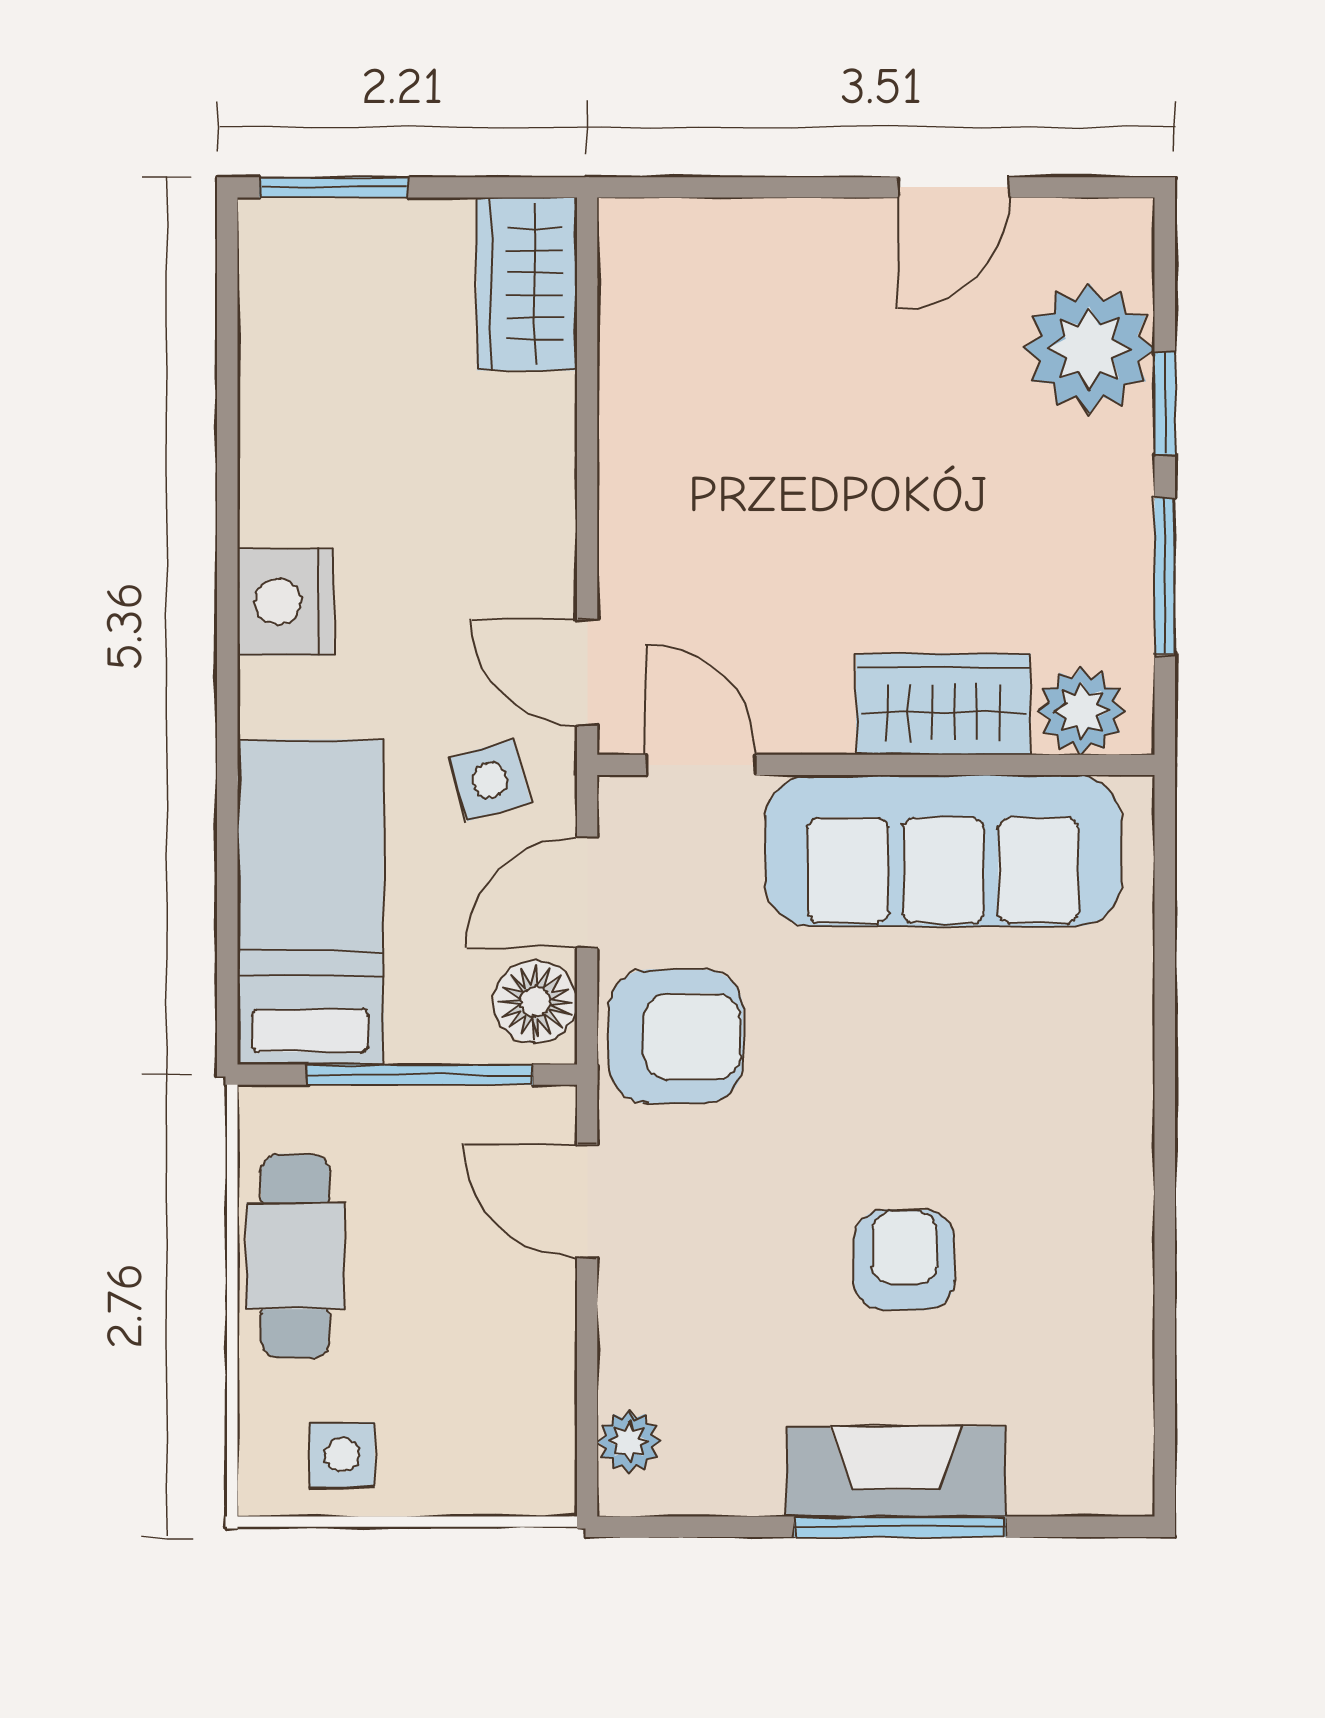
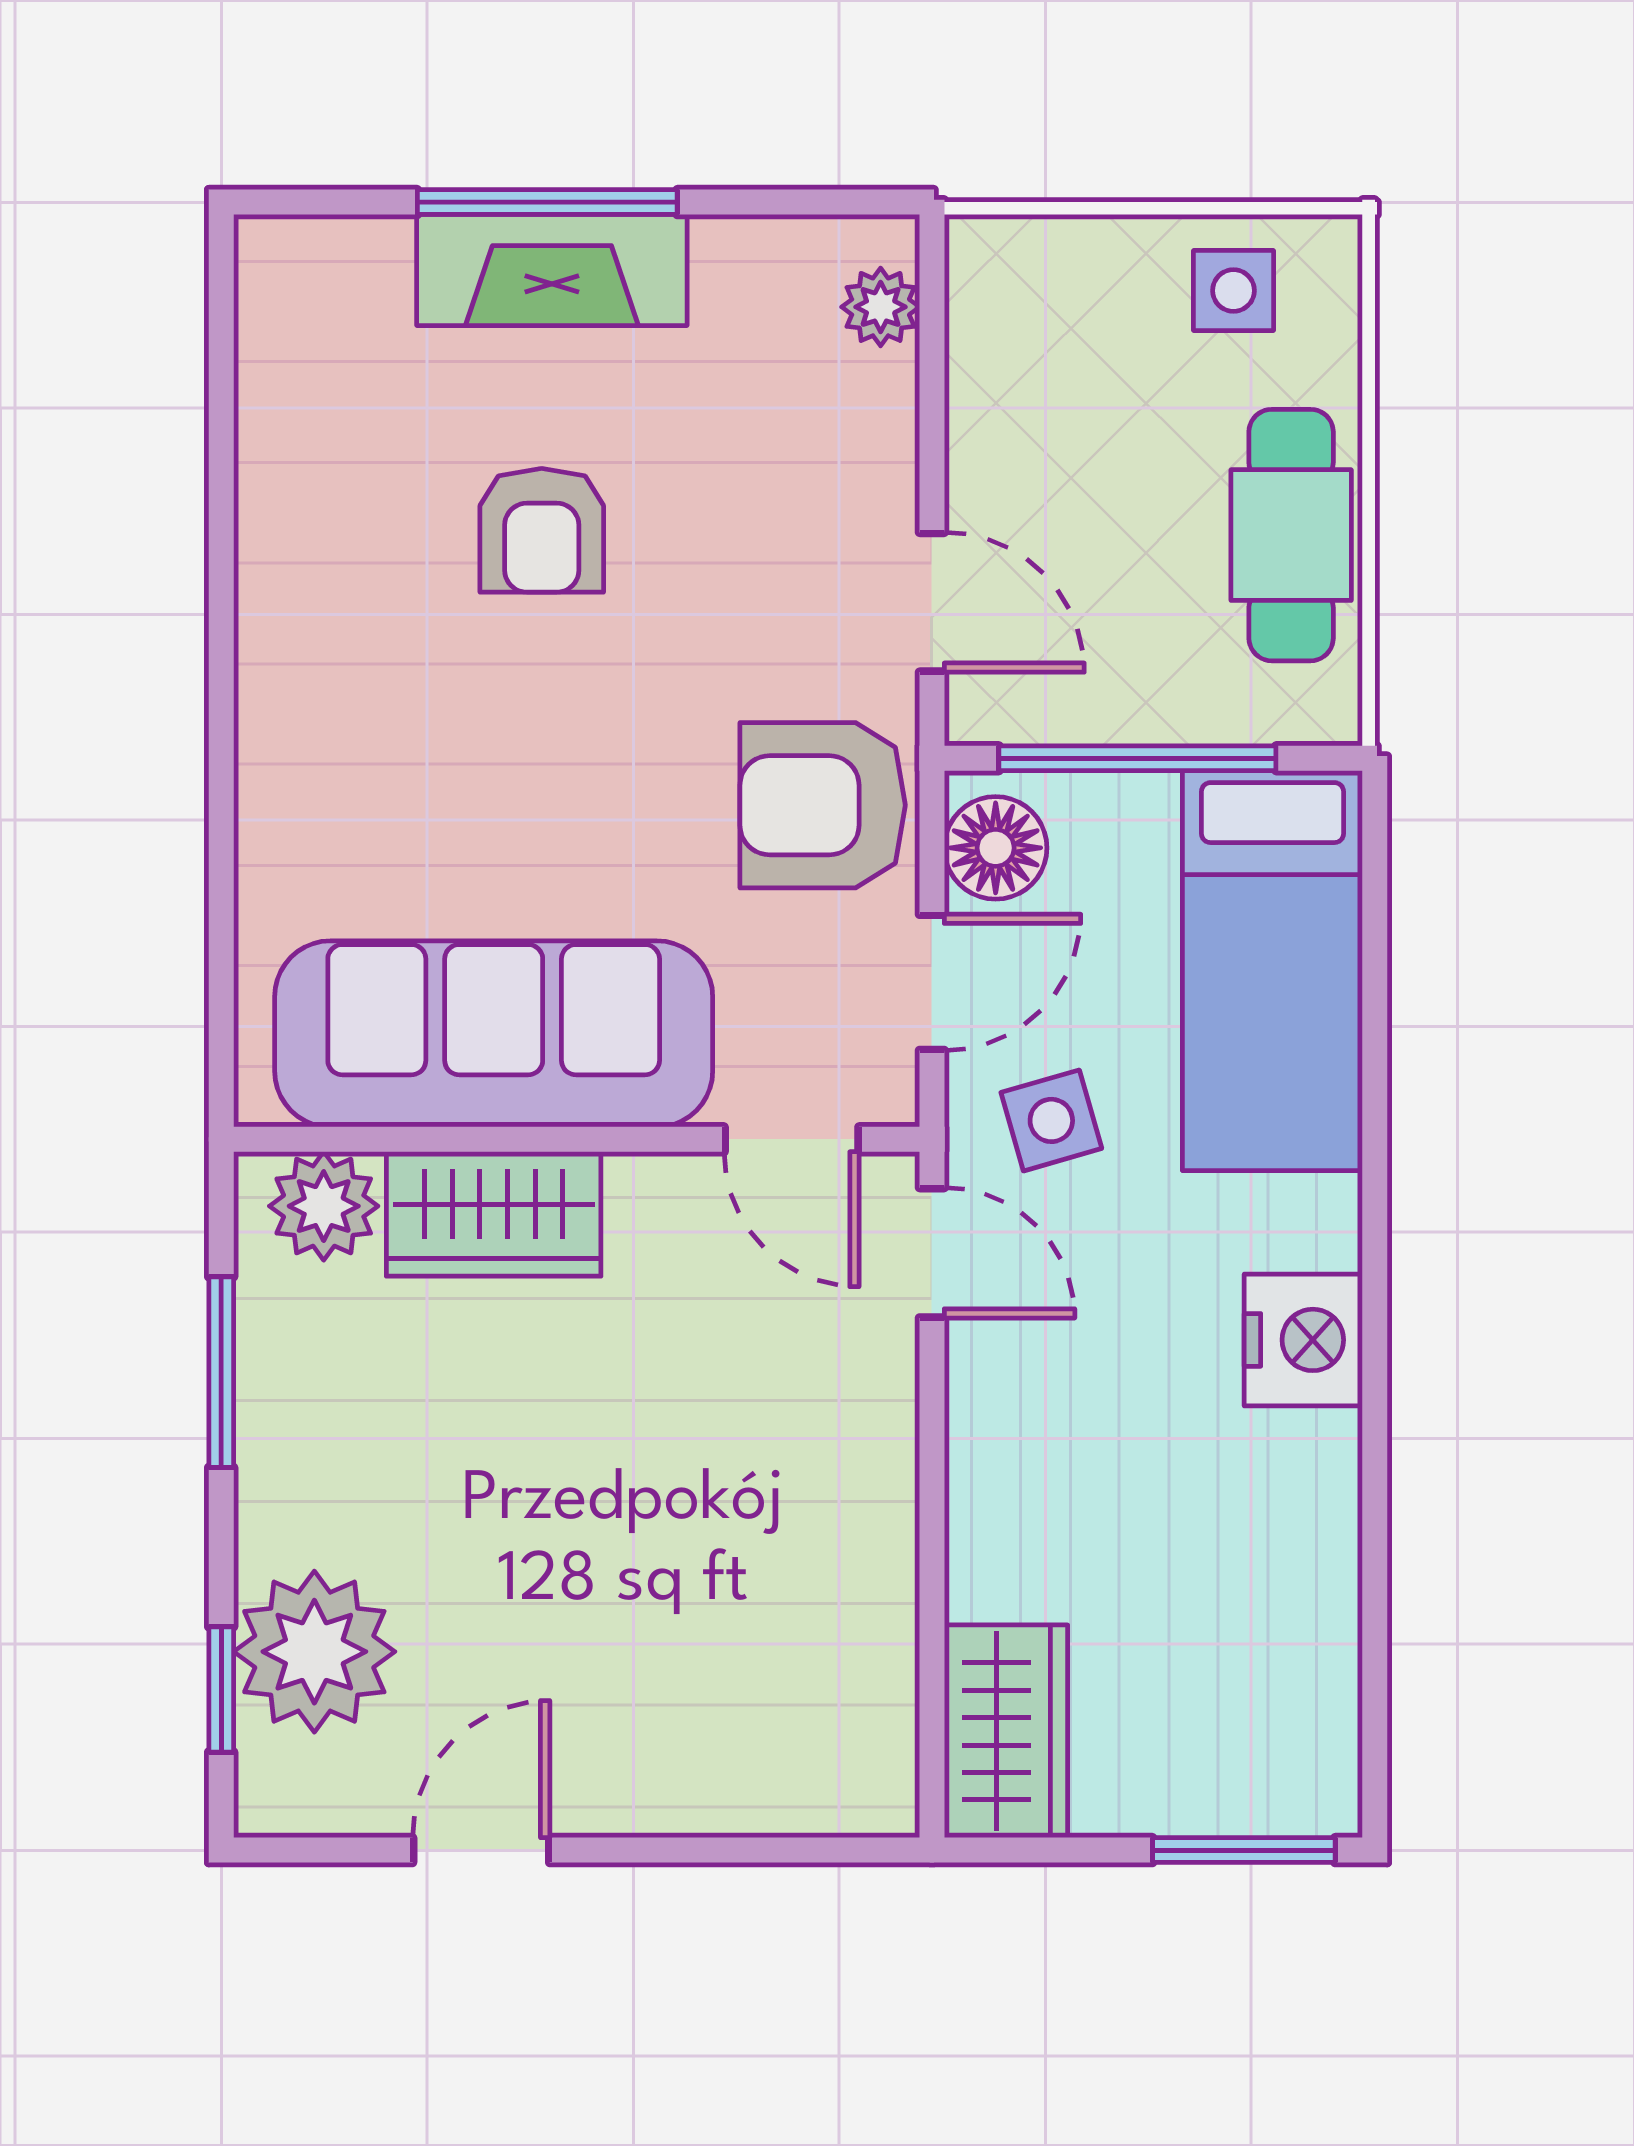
window: (1165, 403) -> (221, 1689), moved

